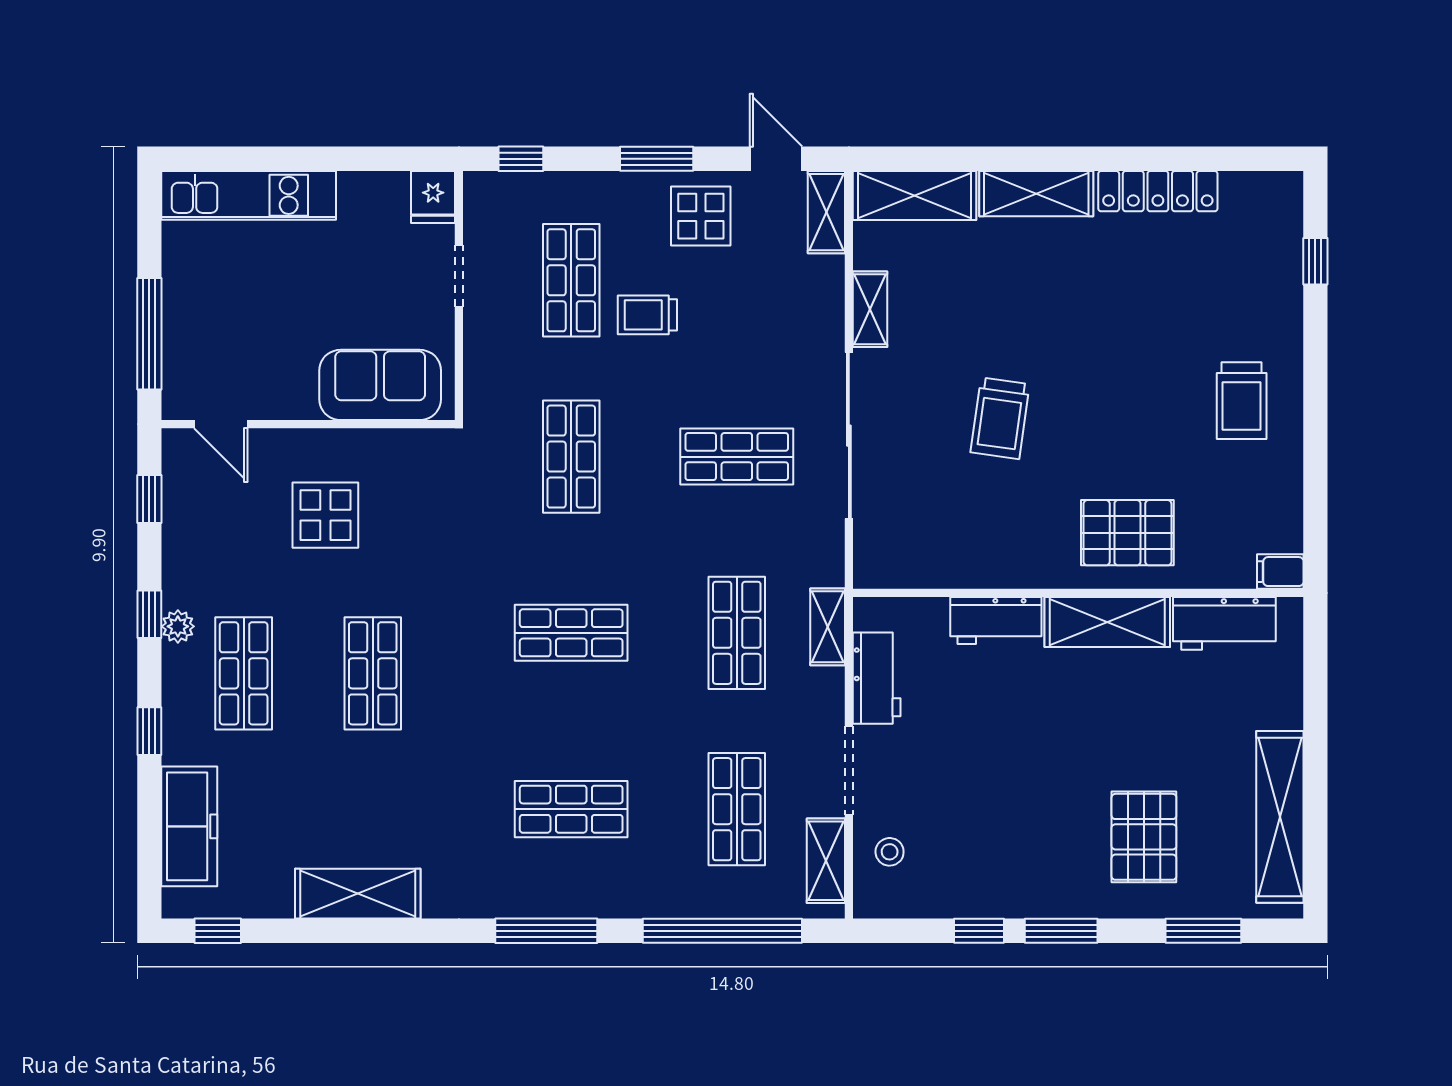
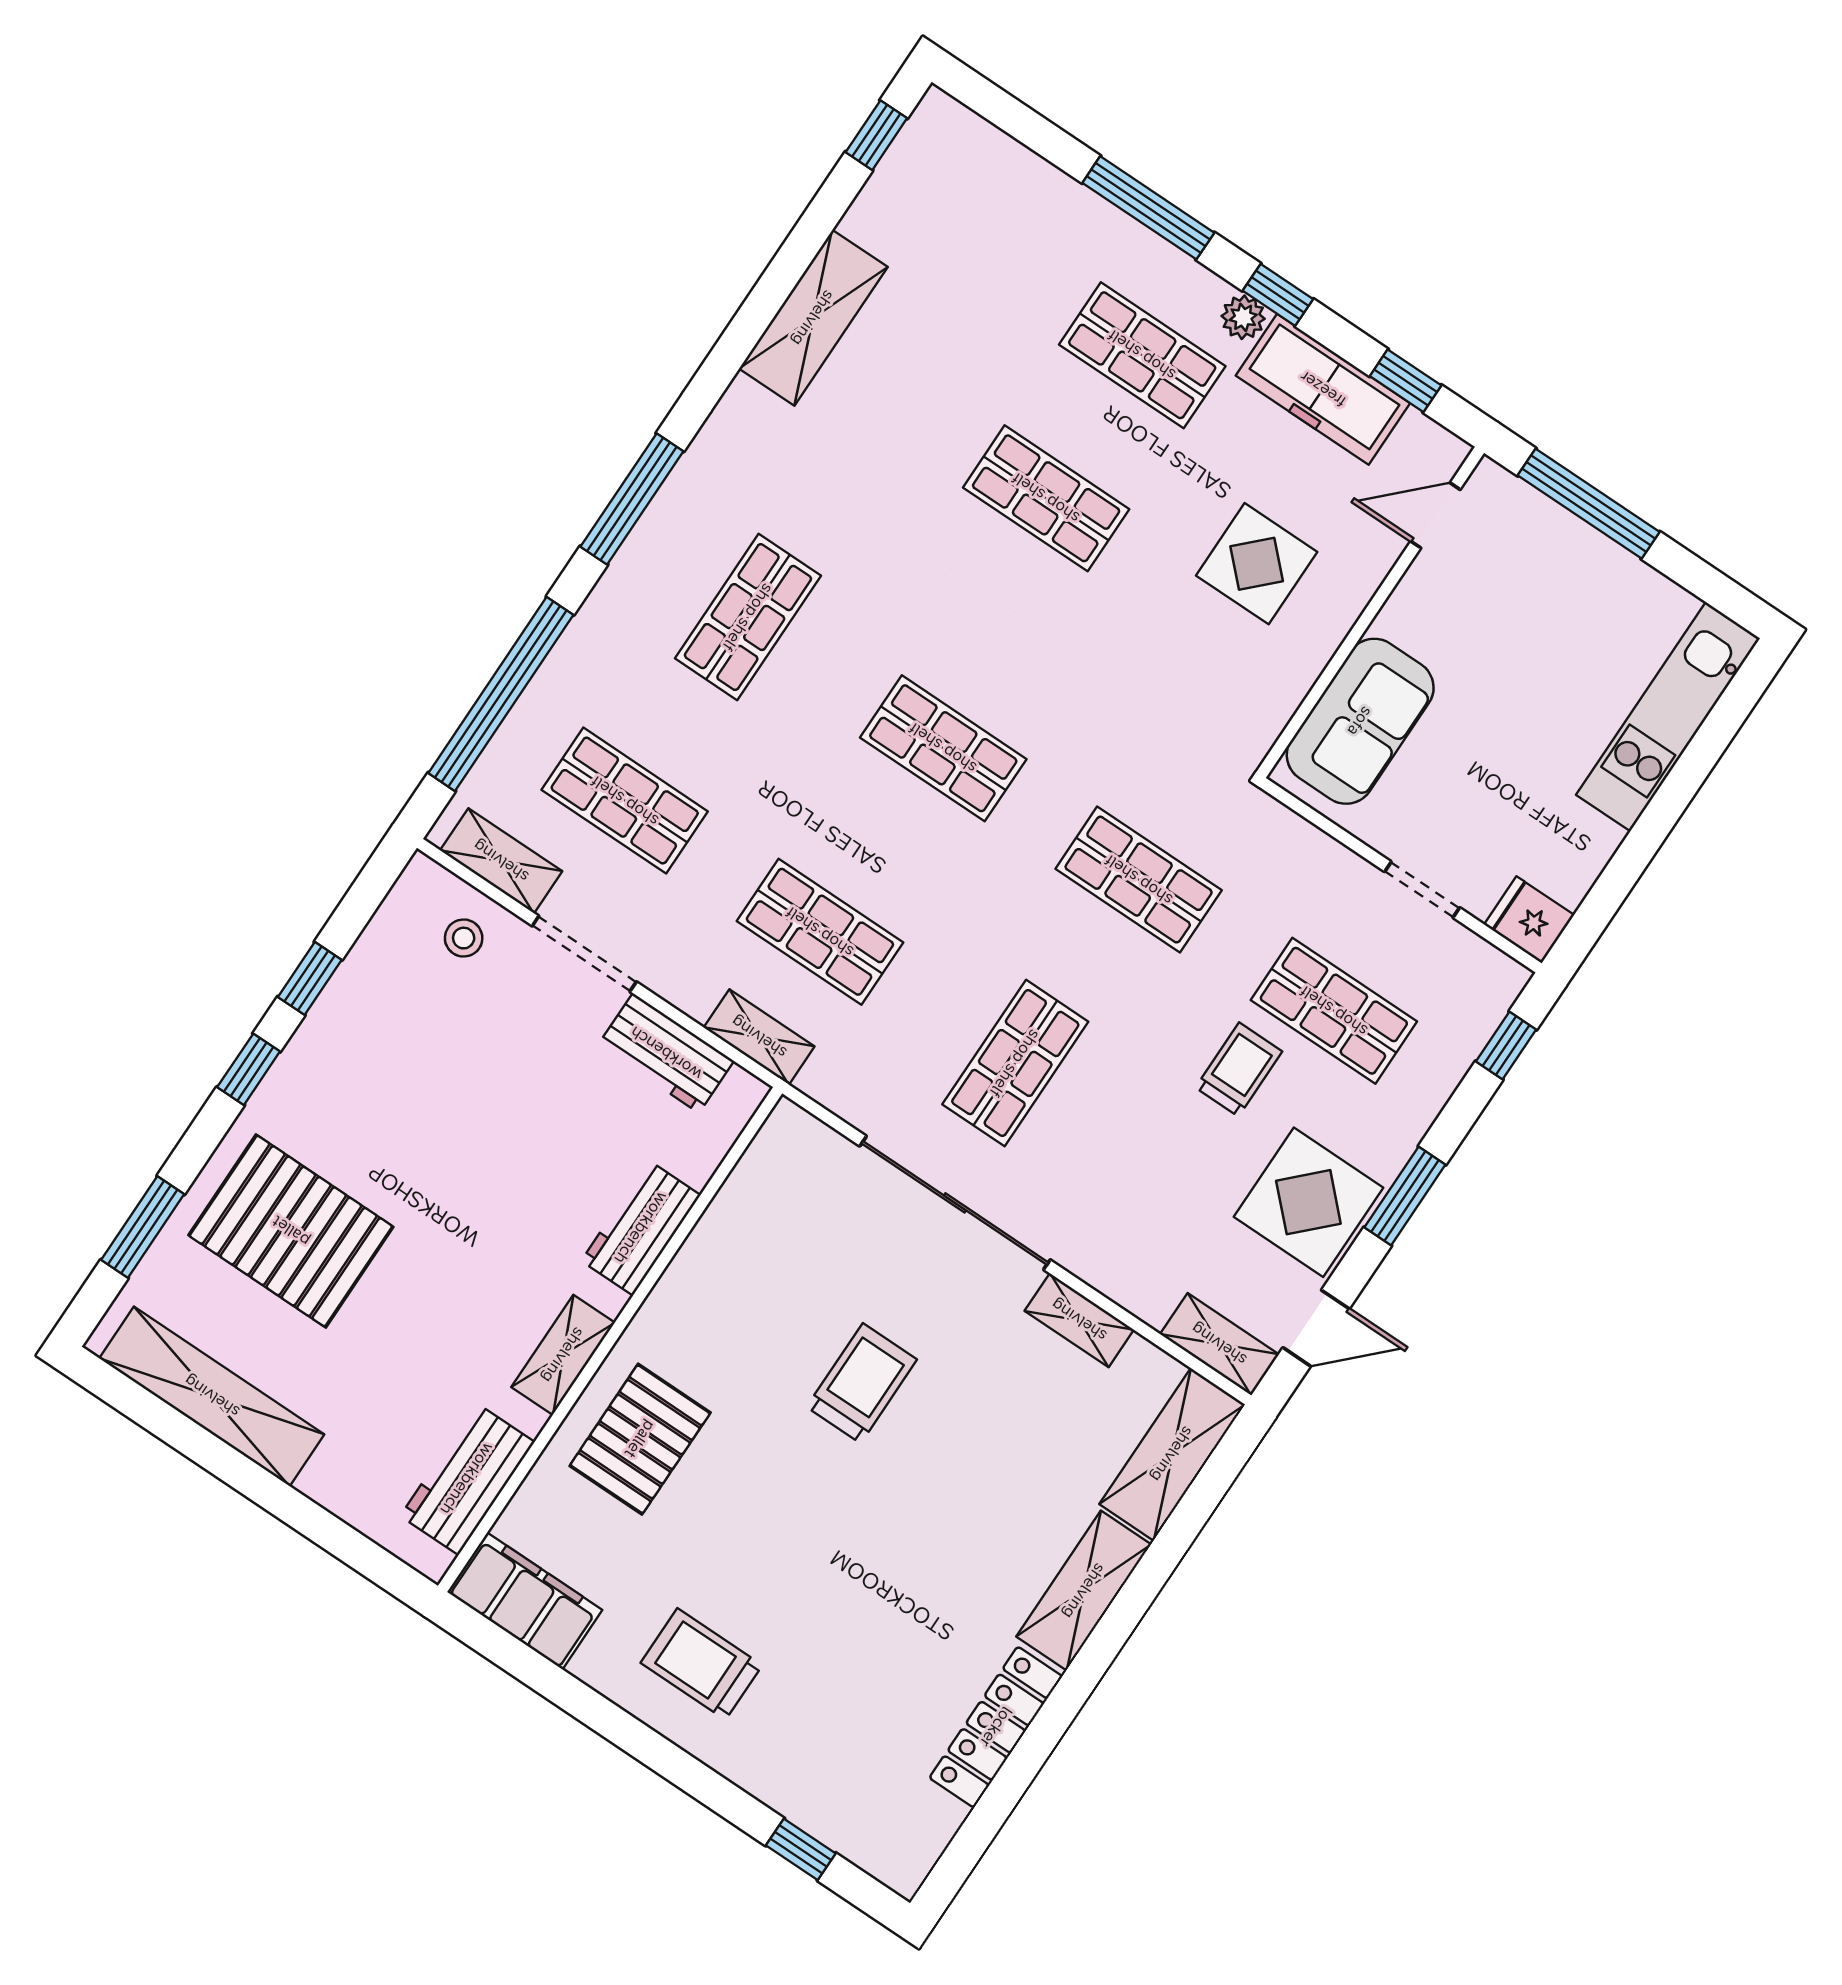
display table: (701, 216) -> (1308, 1202), width x1.36, depth x1.36
trolley: (1000, 418) -> (862, 1383), turned 82
filing cabinet: (1280, 572) -> (525, 1601), width x3.00, depth x1.17
shelving: (1107, 622) -> (563, 1355), width x0.67, depth x0.75
shop shelf: (571, 633) -> (943, 748), turned 90
window: (149, 731) -> (1148, 208), width x2.17
freezer: (189, 826) -> (1323, 389), moved
pallet: (1144, 837) -> (291, 1231), width x1.37, depth x1.41
window: (1061, 931) -> (249, 1069), width x0.67

